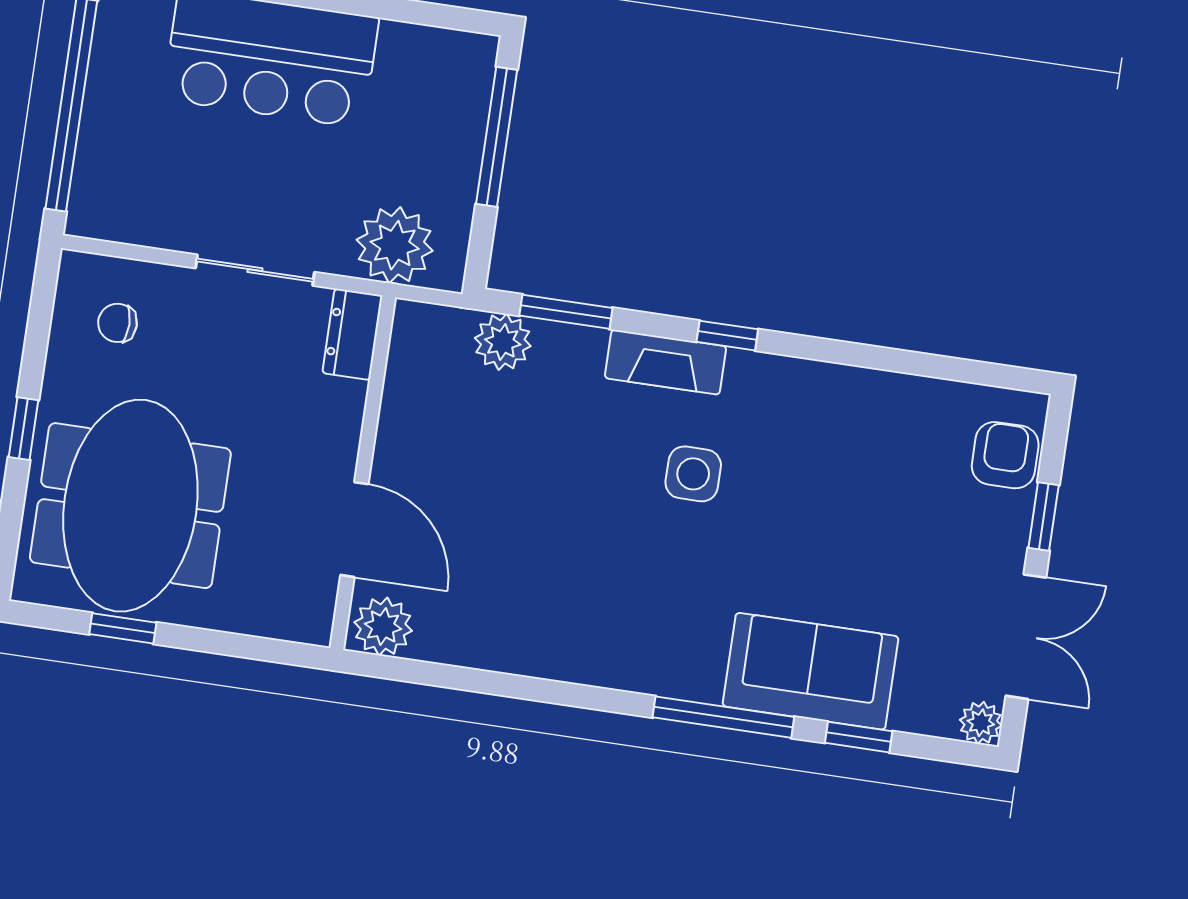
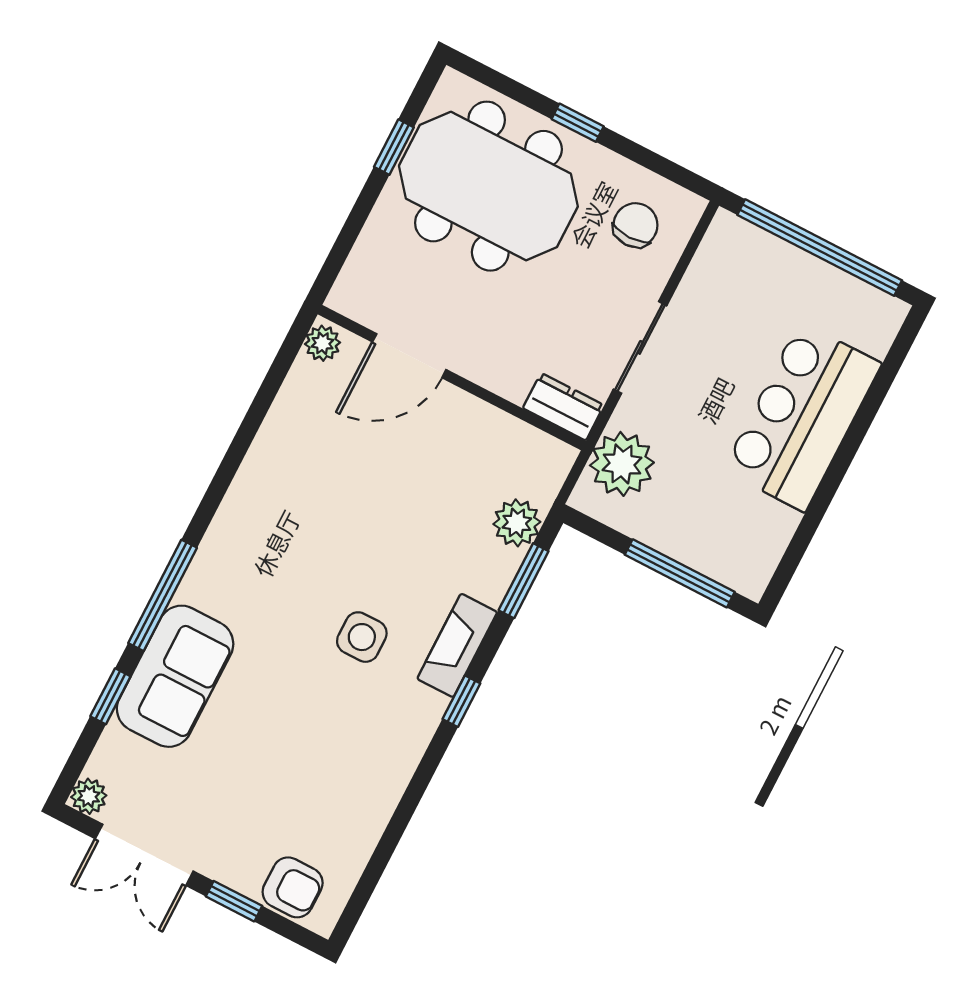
chair: (118, 323) -> (636, 225), width x1.37, depth x1.37
plant: (383, 626) -> (323, 343), width x0.73, depth x0.73

